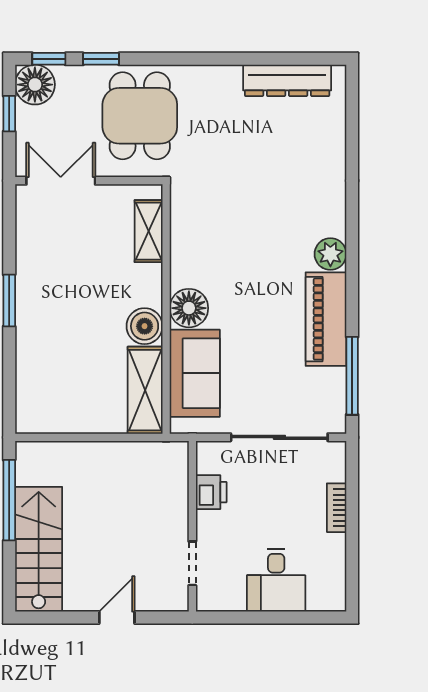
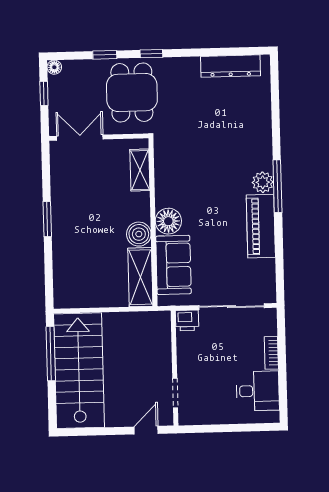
window: (49, 59) -> (151, 54), moved
floor lamp: (35, 85) -> (54, 67), width x0.53, depth x0.53
window: (352, 376) -> (277, 186), moved
printer: (211, 492) -> (187, 320), moved, turned 90
stairs: (39, 549) -> (79, 371), width x1.36, depth x1.51
desk: (276, 580) -> (258, 391), moved, turned -90
door: (117, 618) -> (146, 430), moved

